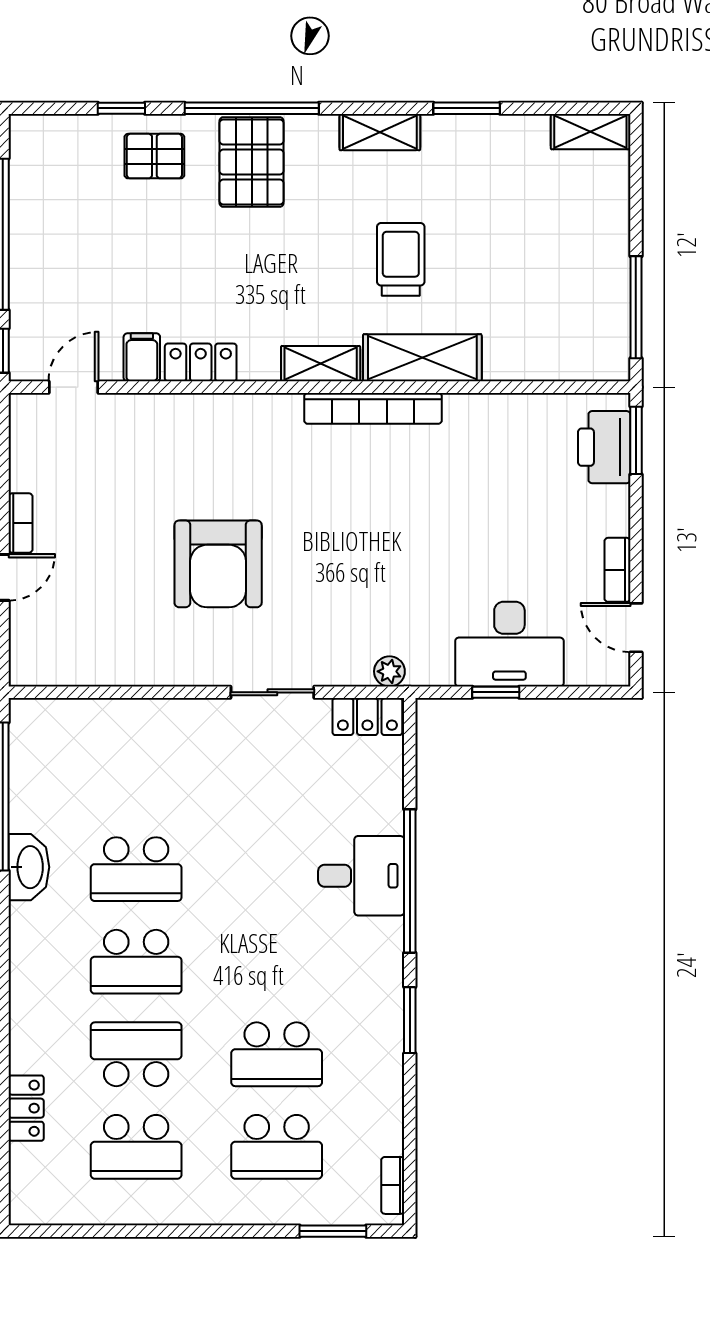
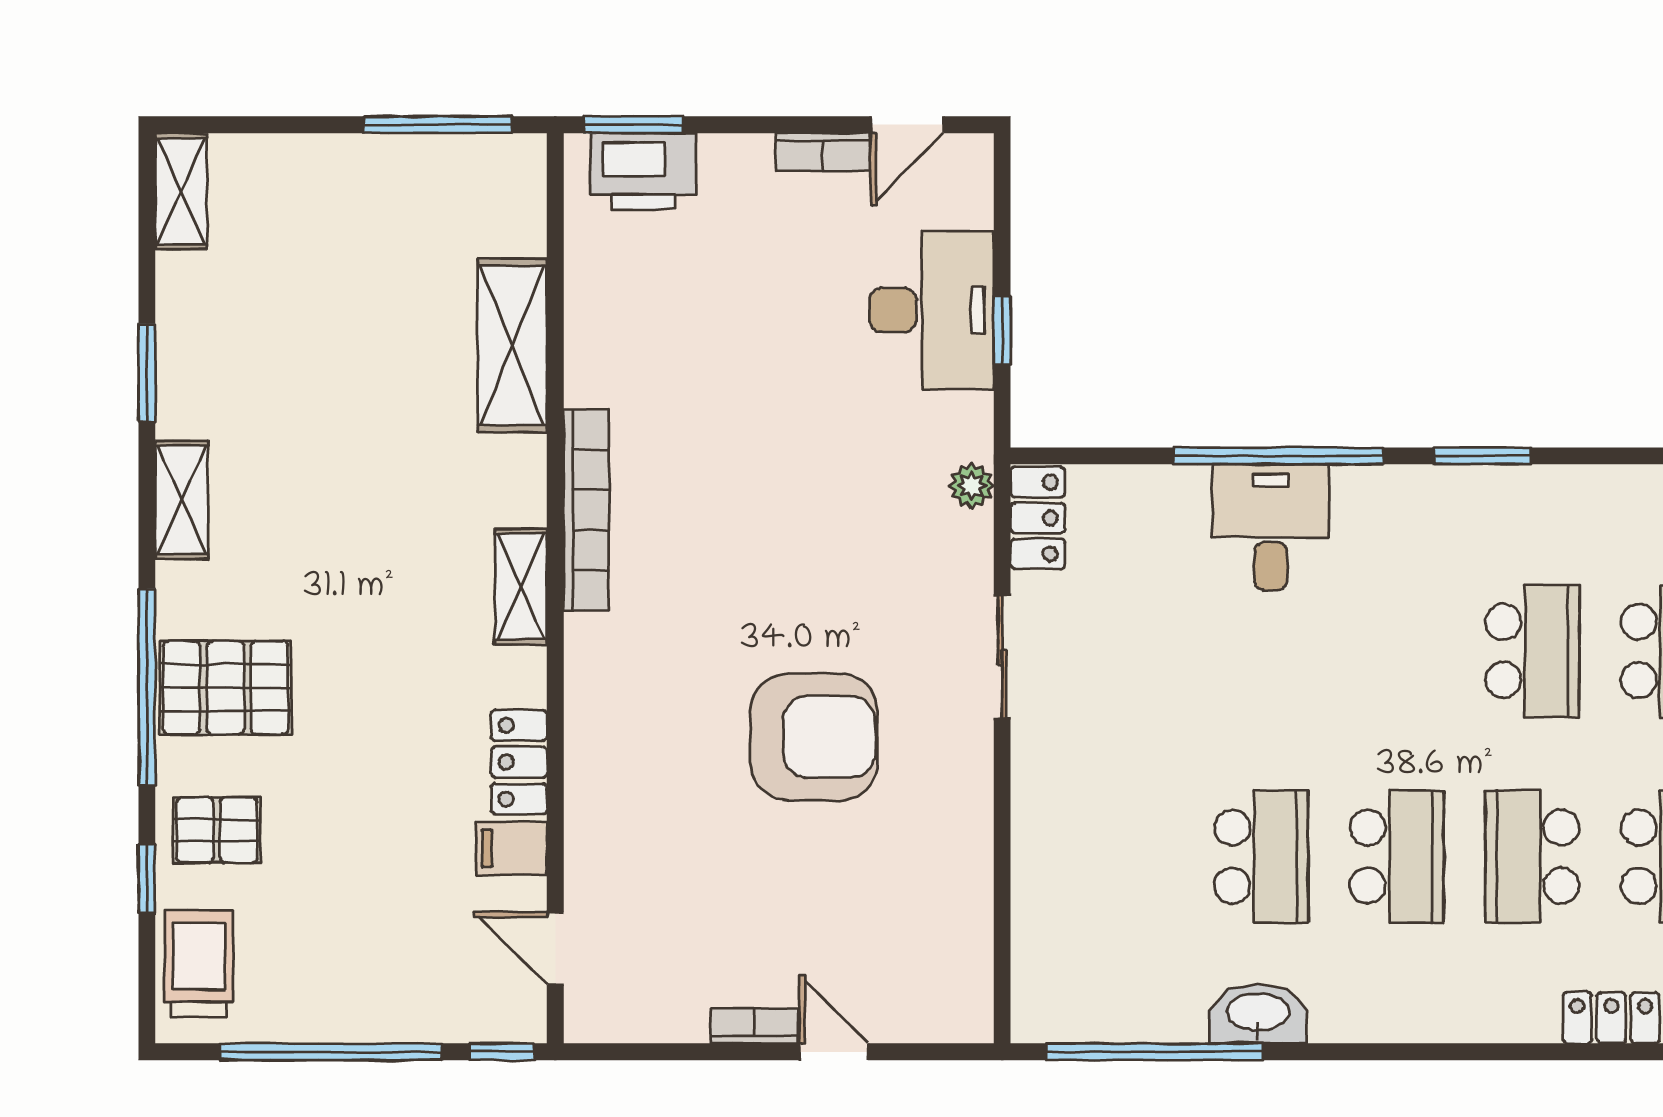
pallet: (154, 156) -> (217, 830), turned 90
trolley: (401, 259) -> (199, 964), moved, turned 90
shelving: (422, 358) -> (512, 346), moved

